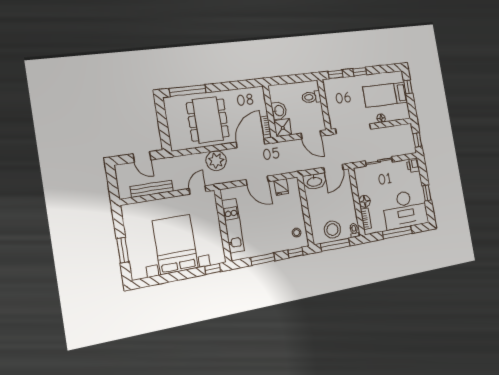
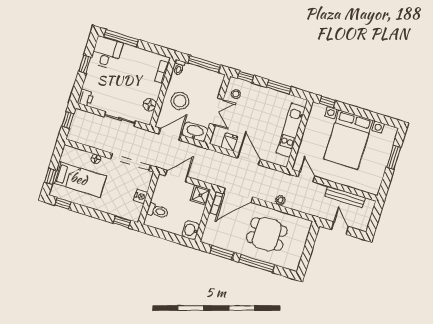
window: (360, 72) -> (63, 204), moved
window: (239, 85) -> (222, 253), added
window: (188, 91) -> (257, 264), moved
nightstand: (331, 103) -> (141, 196), added
washbasin: (279, 111) -> (191, 230), moved
dining table: (208, 120) -> (267, 234), width x0.73
door: (311, 135) -> (176, 176), hinge flipped
plant: (216, 161) -> (280, 200), width x0.53, depth x0.53
door: (198, 190) -> (307, 177), swing flipped
floor lamp: (365, 201) -> (150, 105), moved
double door: (305, 208) -> (216, 112), added
desk: (405, 209) -> (106, 53), width x0.53, depth x0.77
stool: (332, 230) -> (180, 101), moved
window: (397, 232) -> (121, 38), moved

